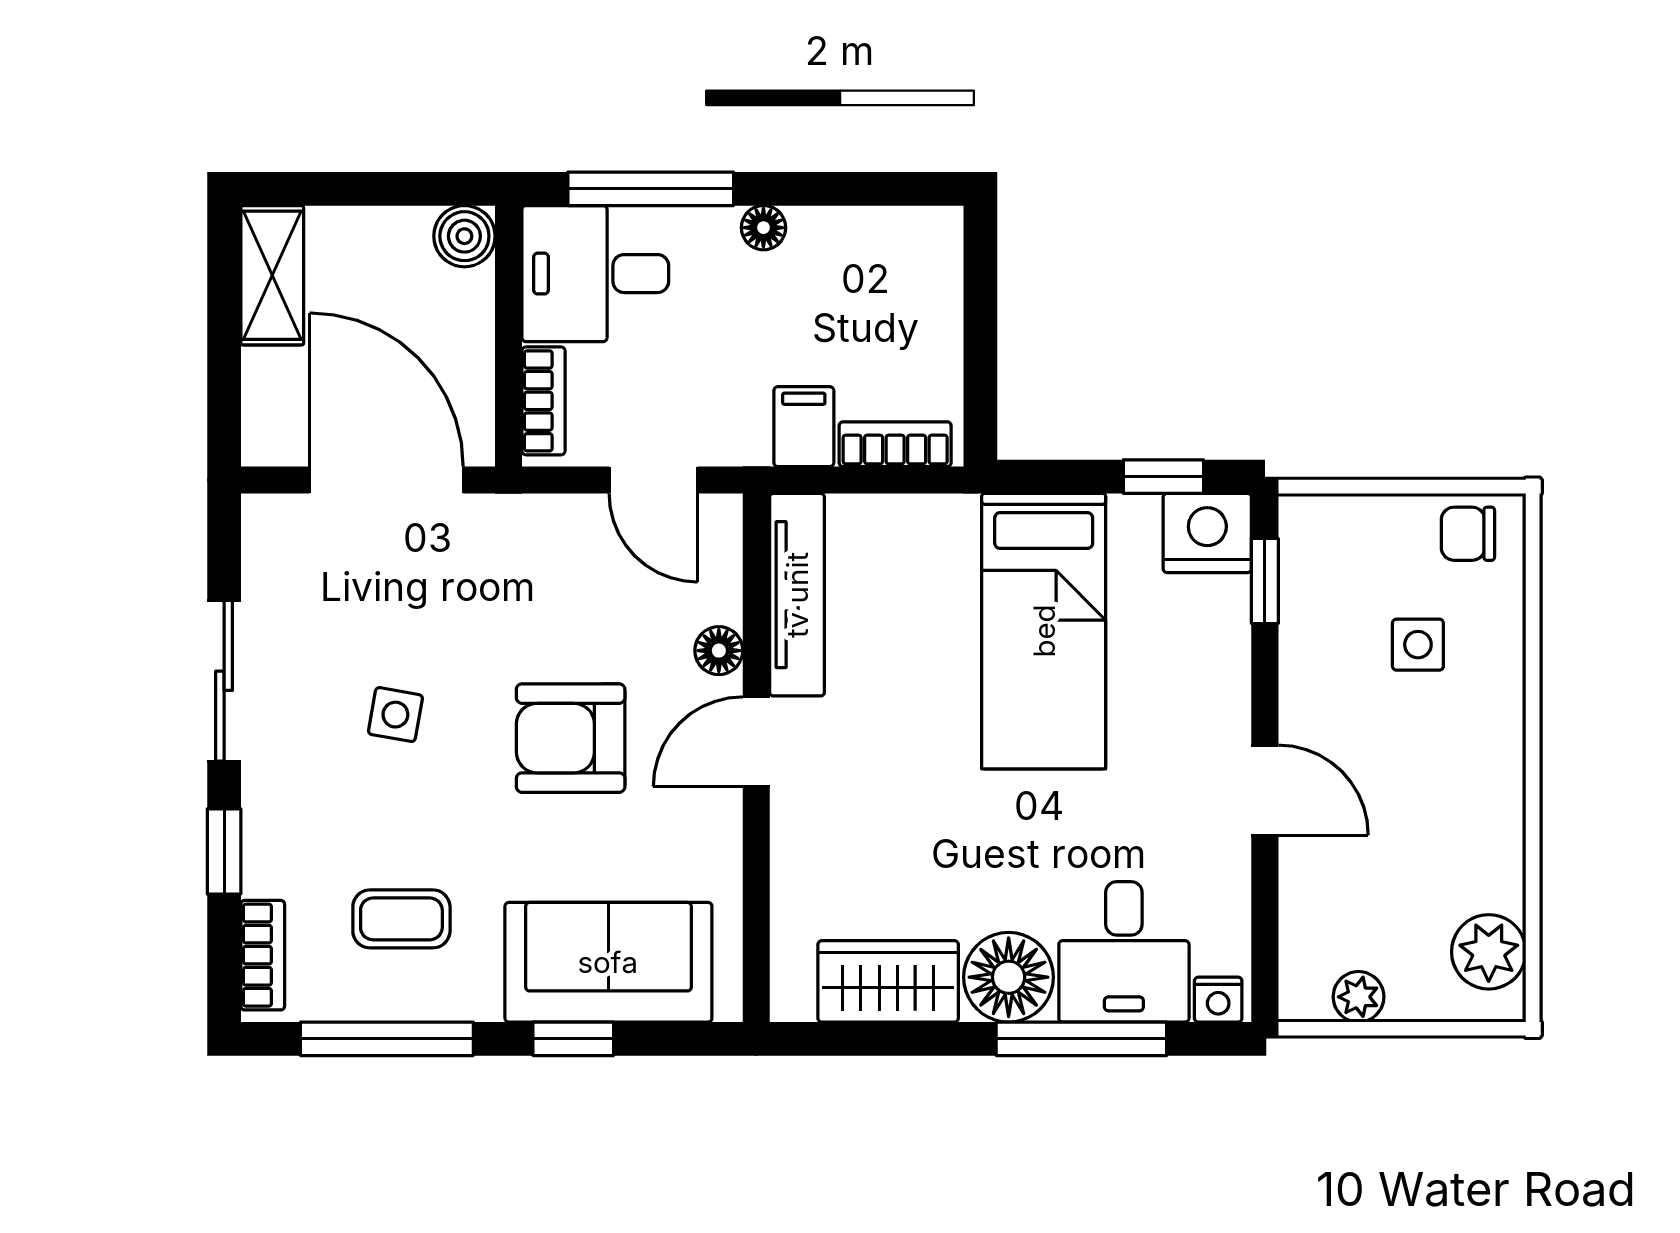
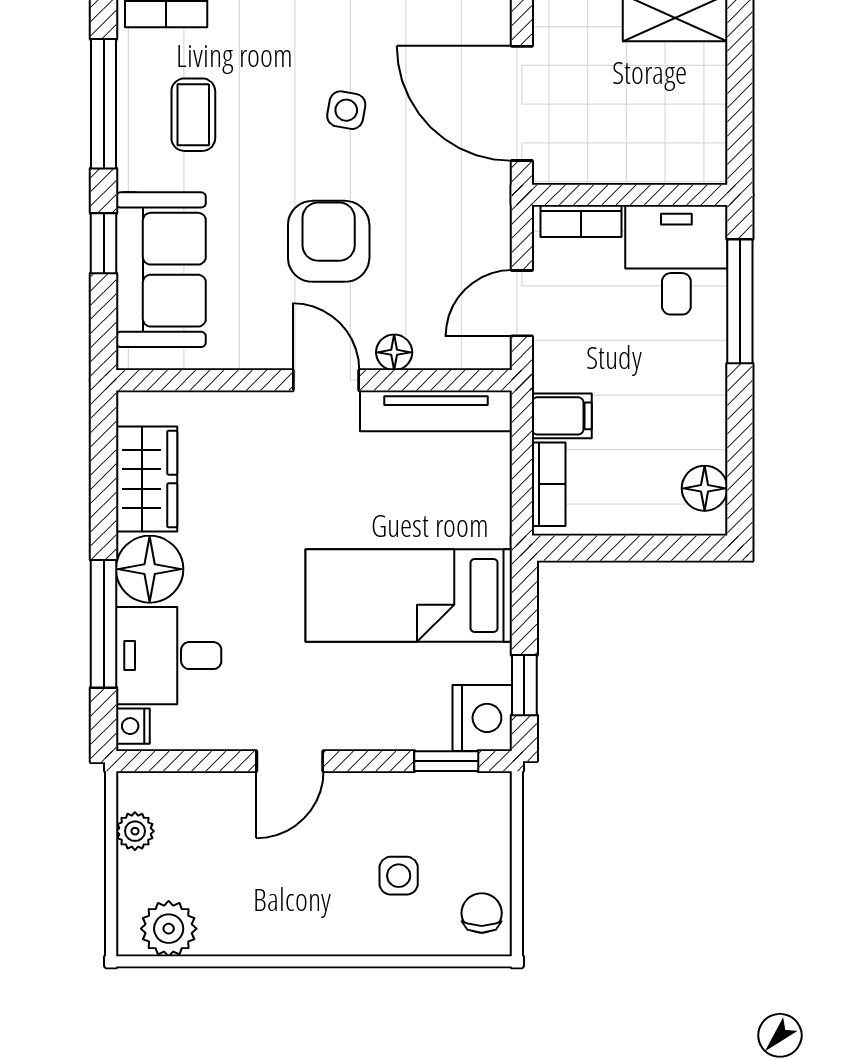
floor lamp: (763, 228) -> (705, 488), moved, width x1.37, depth x1.37
boiler: (464, 236) -> (704, 162), removed
door: (386, 480) -> (522, 103), swing flipped

